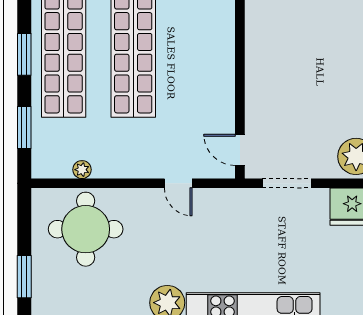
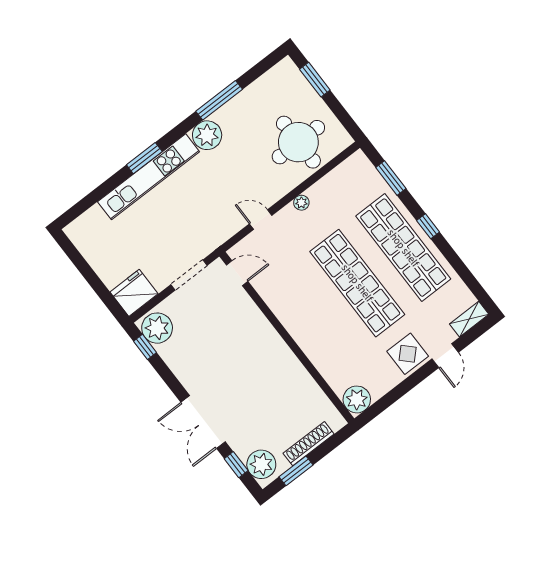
window: (24, 54) -> (428, 226), width x0.67
plant: (82, 170) -> (301, 203), moved

